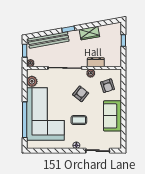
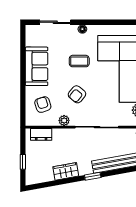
dresser: (96, 62) -> (41, 134), moved

